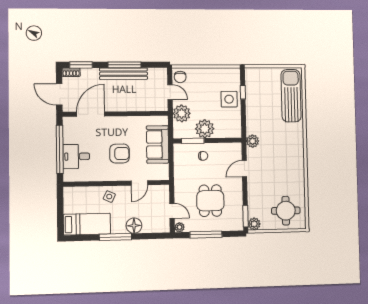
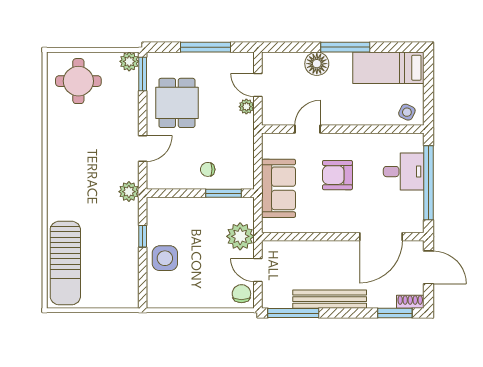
window: (125, 65) -> (293, 313), moved
window: (243, 92) -> (143, 236), moved
plant: (205, 129) -> (204, 212), removed
side table: (109, 197) -> (407, 112), moved
dining table: (210, 201) -> (177, 103), moved
plant: (180, 227) -> (246, 107), moved

